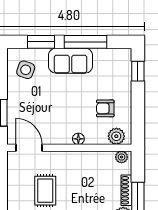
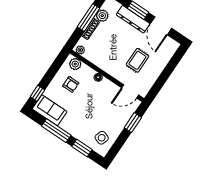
sofa: (71, 61) -> (50, 110), moved
door: (29, 148) -> (130, 91), hinge flipped

